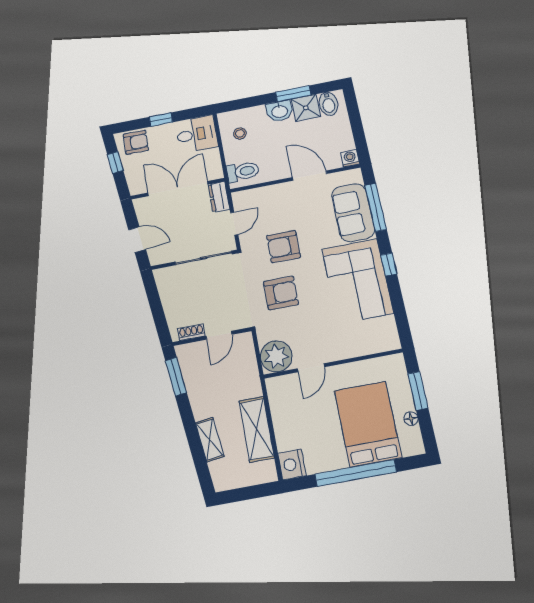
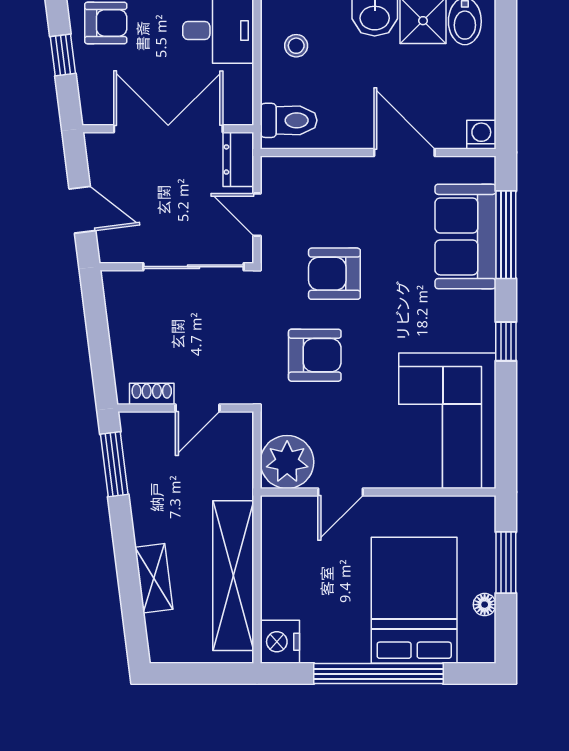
door: (234, 224) -> (257, 215), swing flipped
corner sofa: (357, 281) -> (447, 421), moved
shelving: (257, 429) -> (233, 576), width x1.47

